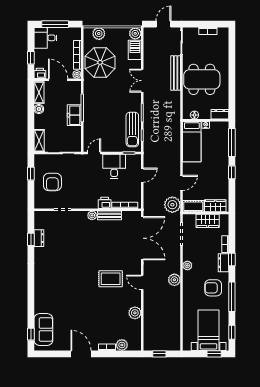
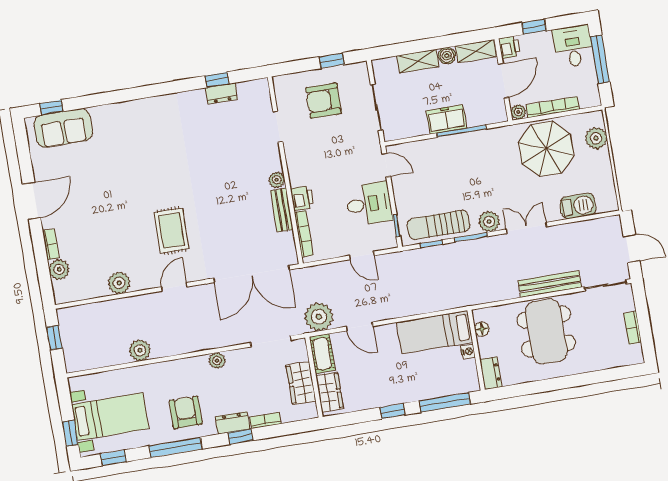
plant: (135, 33) -> (489, 222), moved
shelving: (39, 141) -> (418, 61), moved
plant: (174, 280) -> (140, 350), moved

